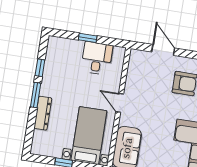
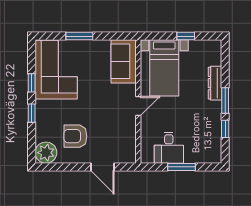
window: (88, 38) -> (181, 167), width x1.50
door: (120, 103) -> (138, 106), hinge flipped

